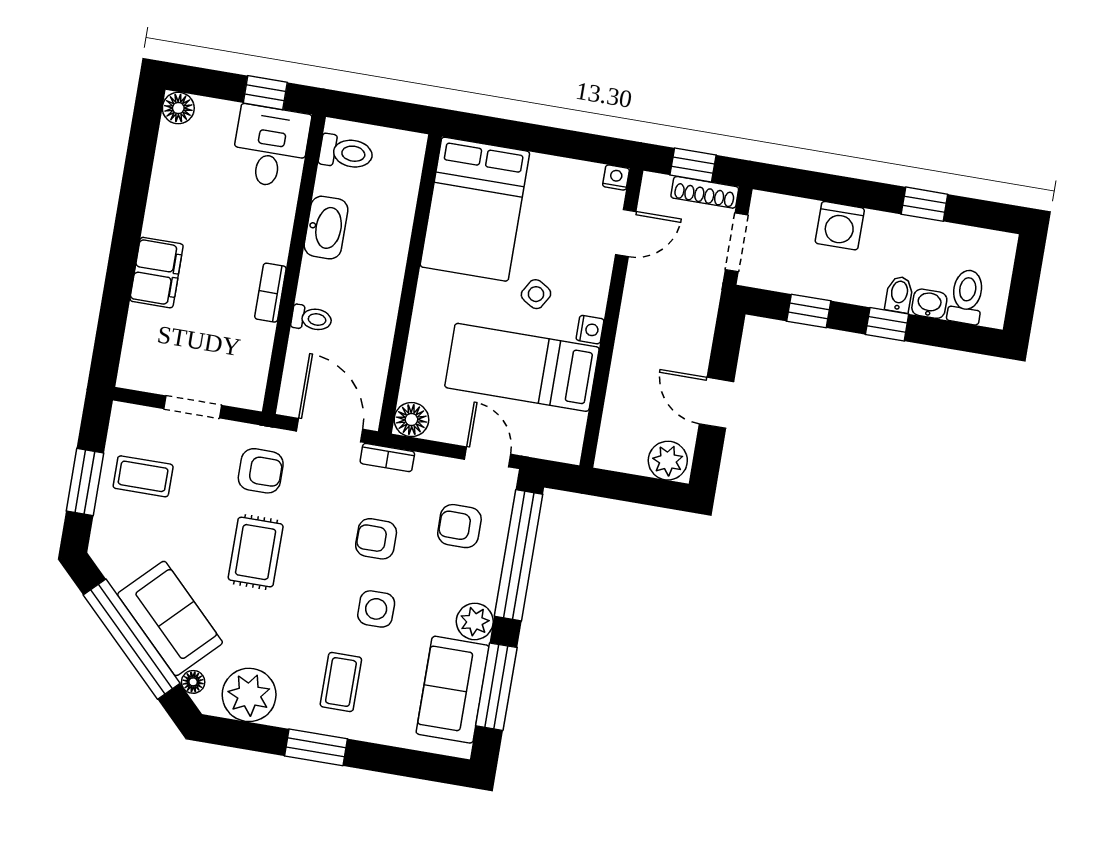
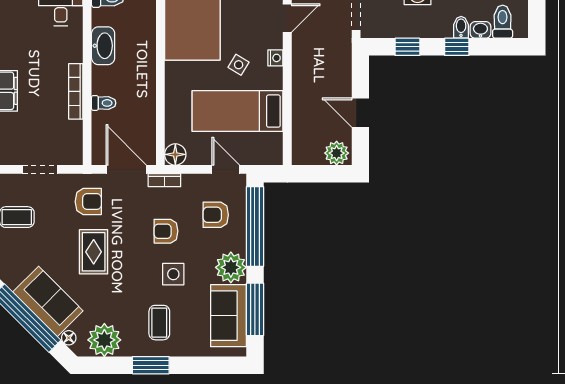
bookcase: (270, 293) -> (76, 91), width x1.56
nightstand: (590, 330) -> (275, 58), moved
plant: (475, 621) -> (231, 267), width x1.36, depth x1.36

